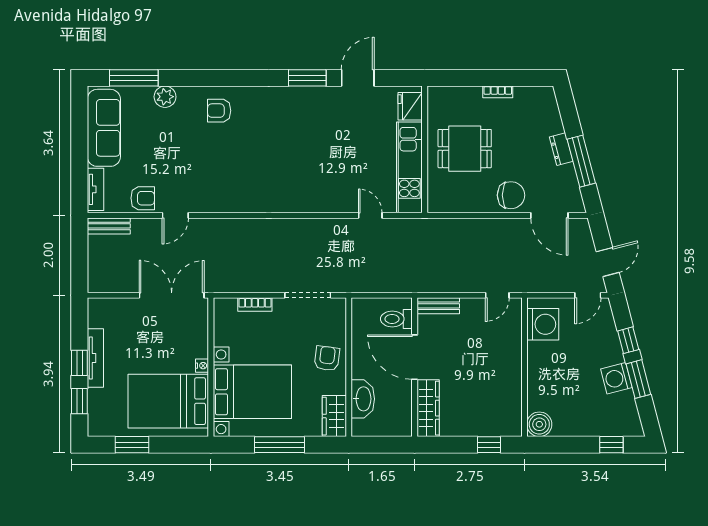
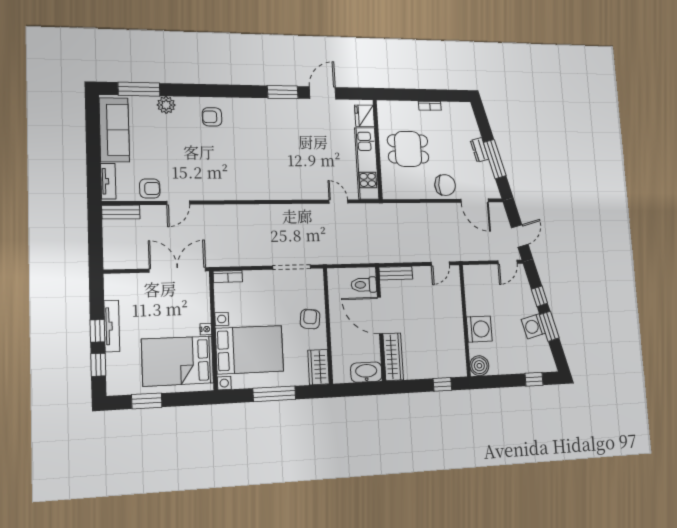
bookcase: (255, 304) -> (228, 276), moved
washing machine: (543, 324) -> (479, 329), moved
washbasin: (363, 399) -> (366, 372), moved, turned -90

